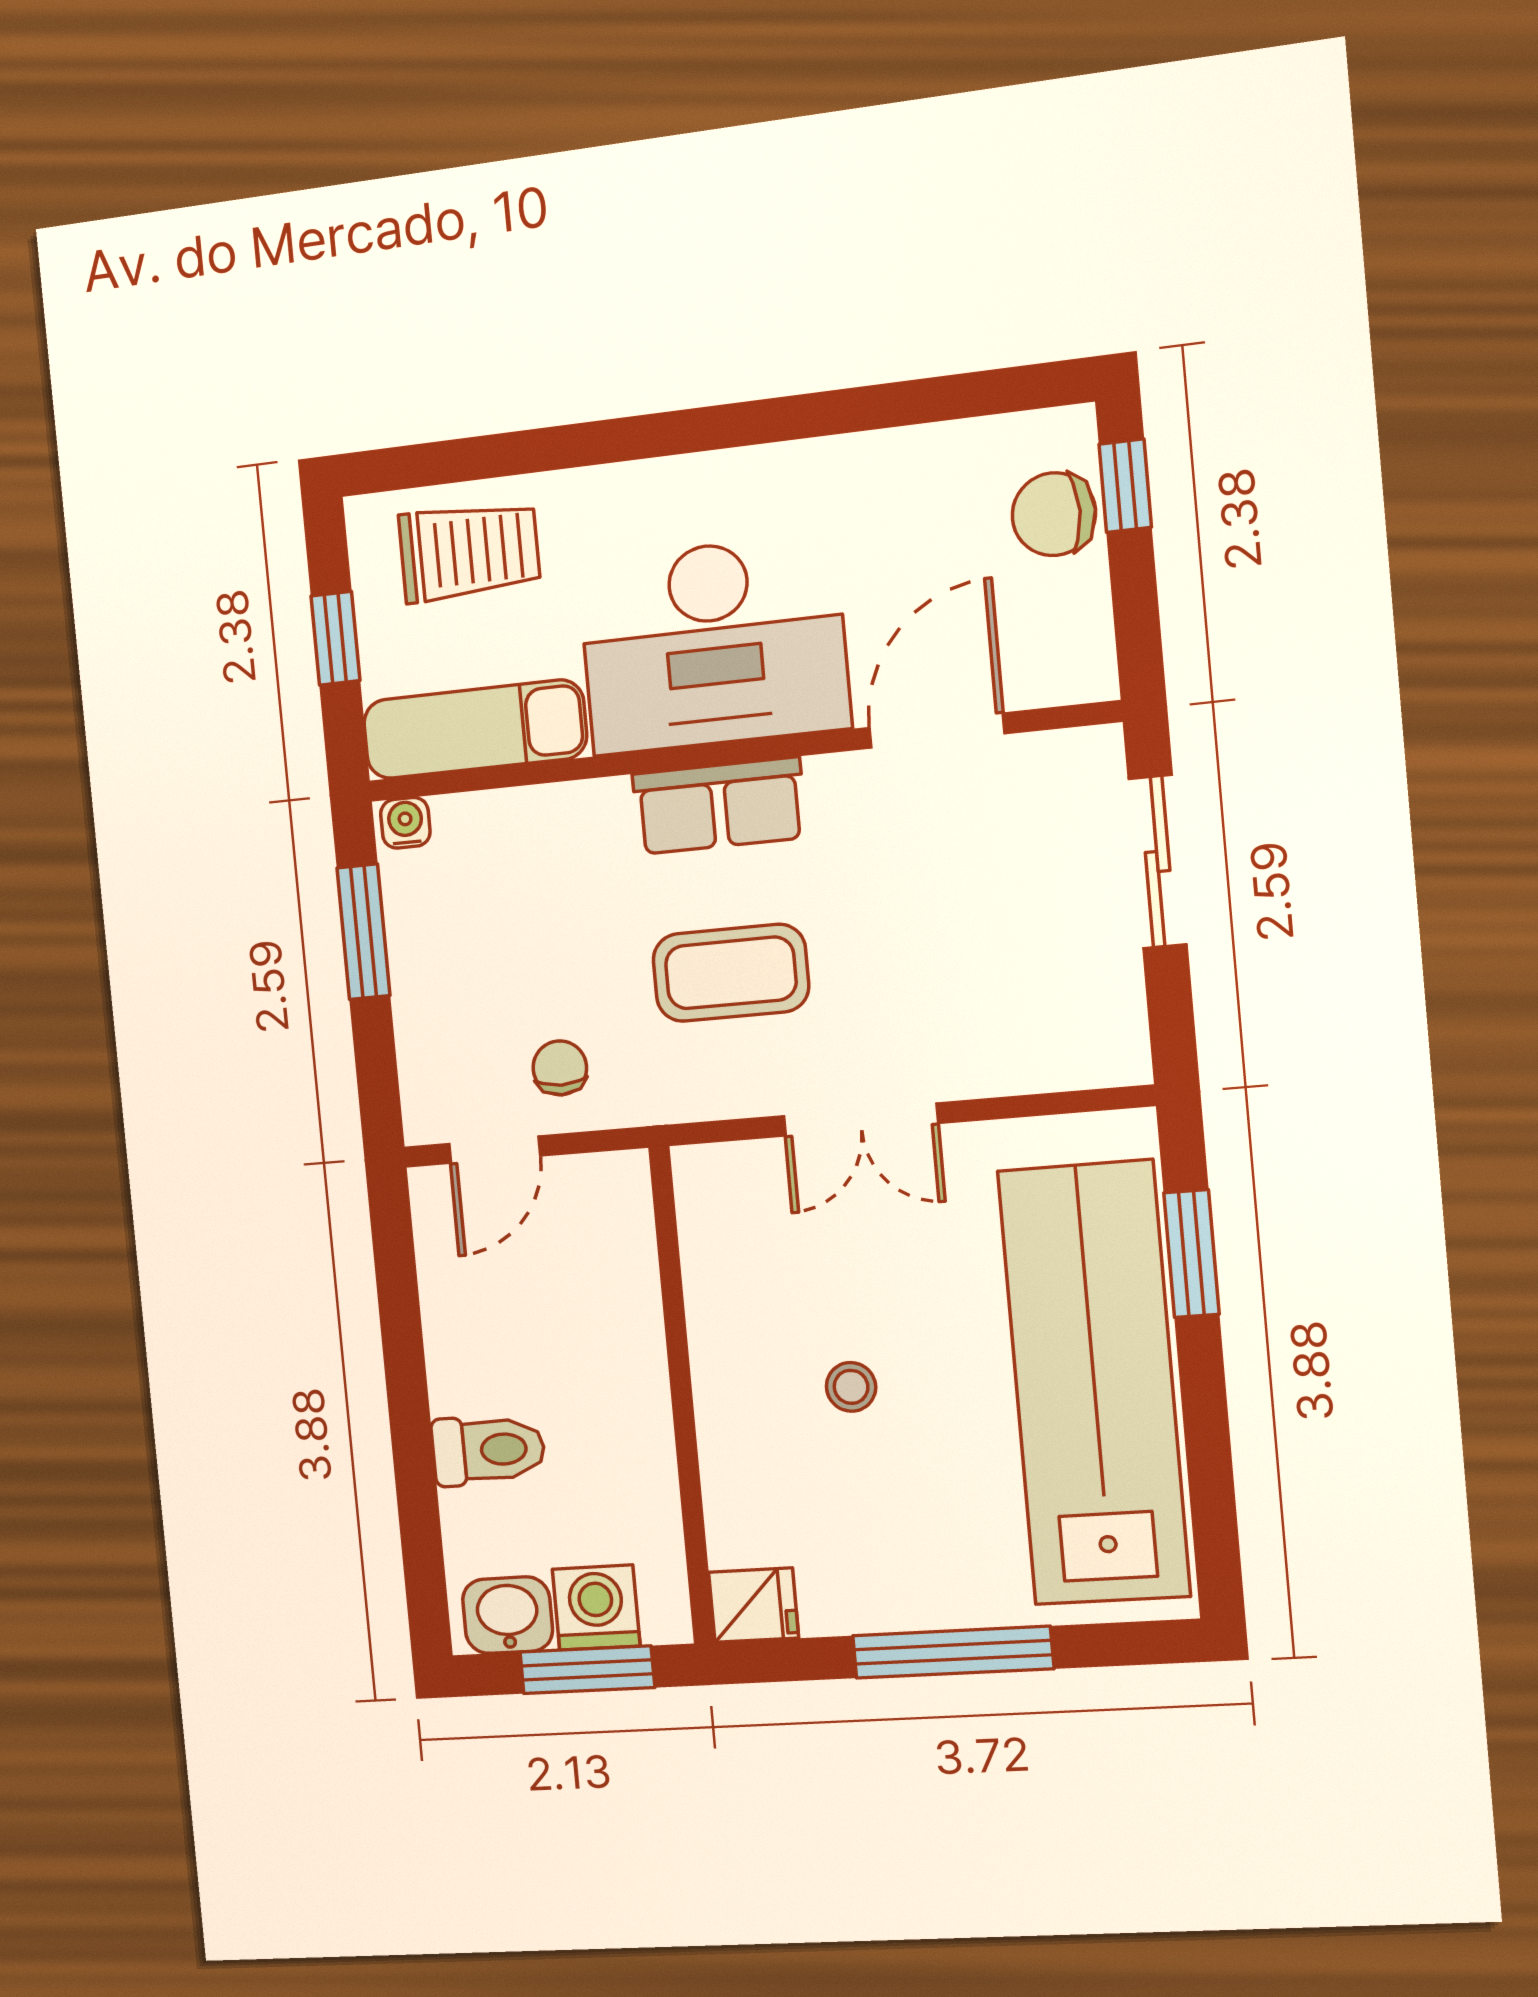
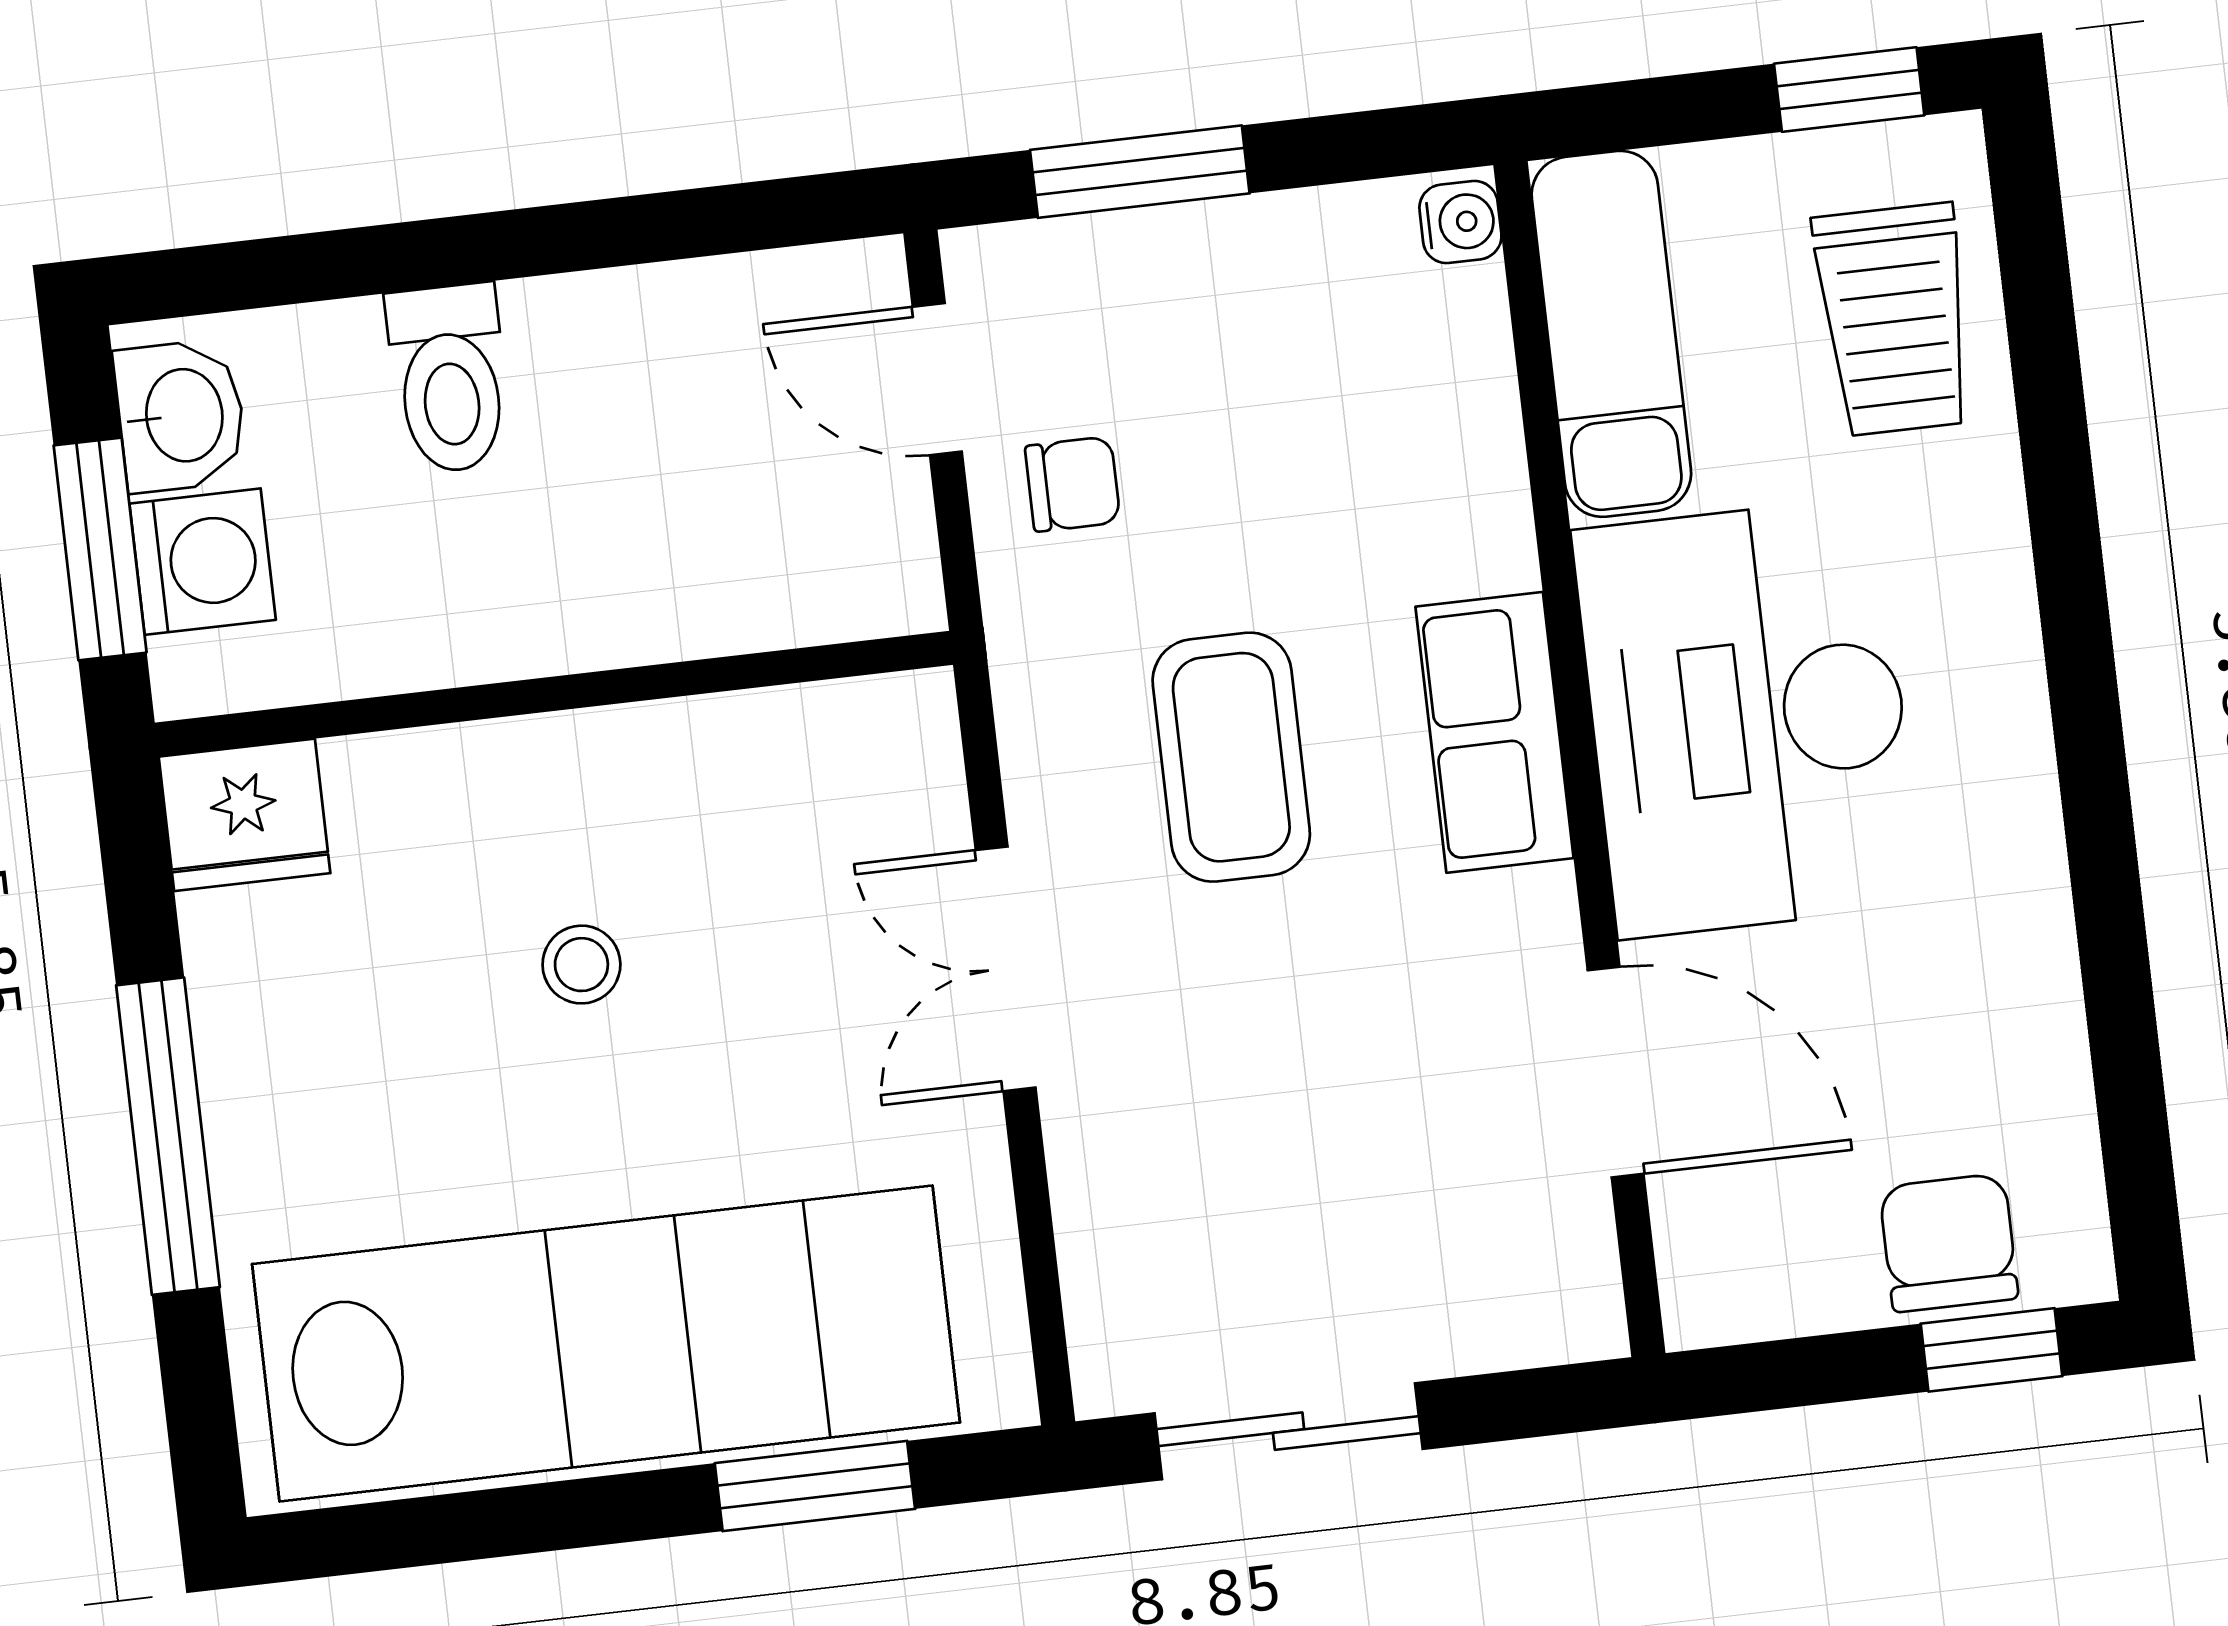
window: (335, 638) -> (1849, 90), moved
sliding door: (1158, 862) -> (1289, 1431), moved
window: (363, 932) -> (1140, 172), moved
fridge: (754, 1605) -> (244, 815), width x1.38

